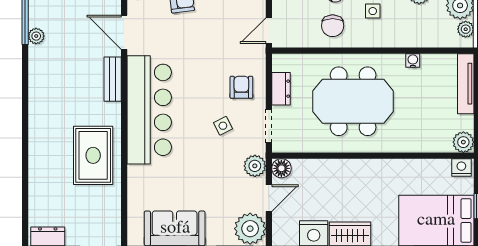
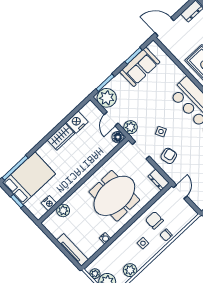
armchair: (241, 87) -> (169, 156), turned -104
dresser: (281, 89) -> (159, 180), moved
plant: (463, 142) -> (63, 210), moved
nightstand: (461, 167) -> (49, 203), moved

